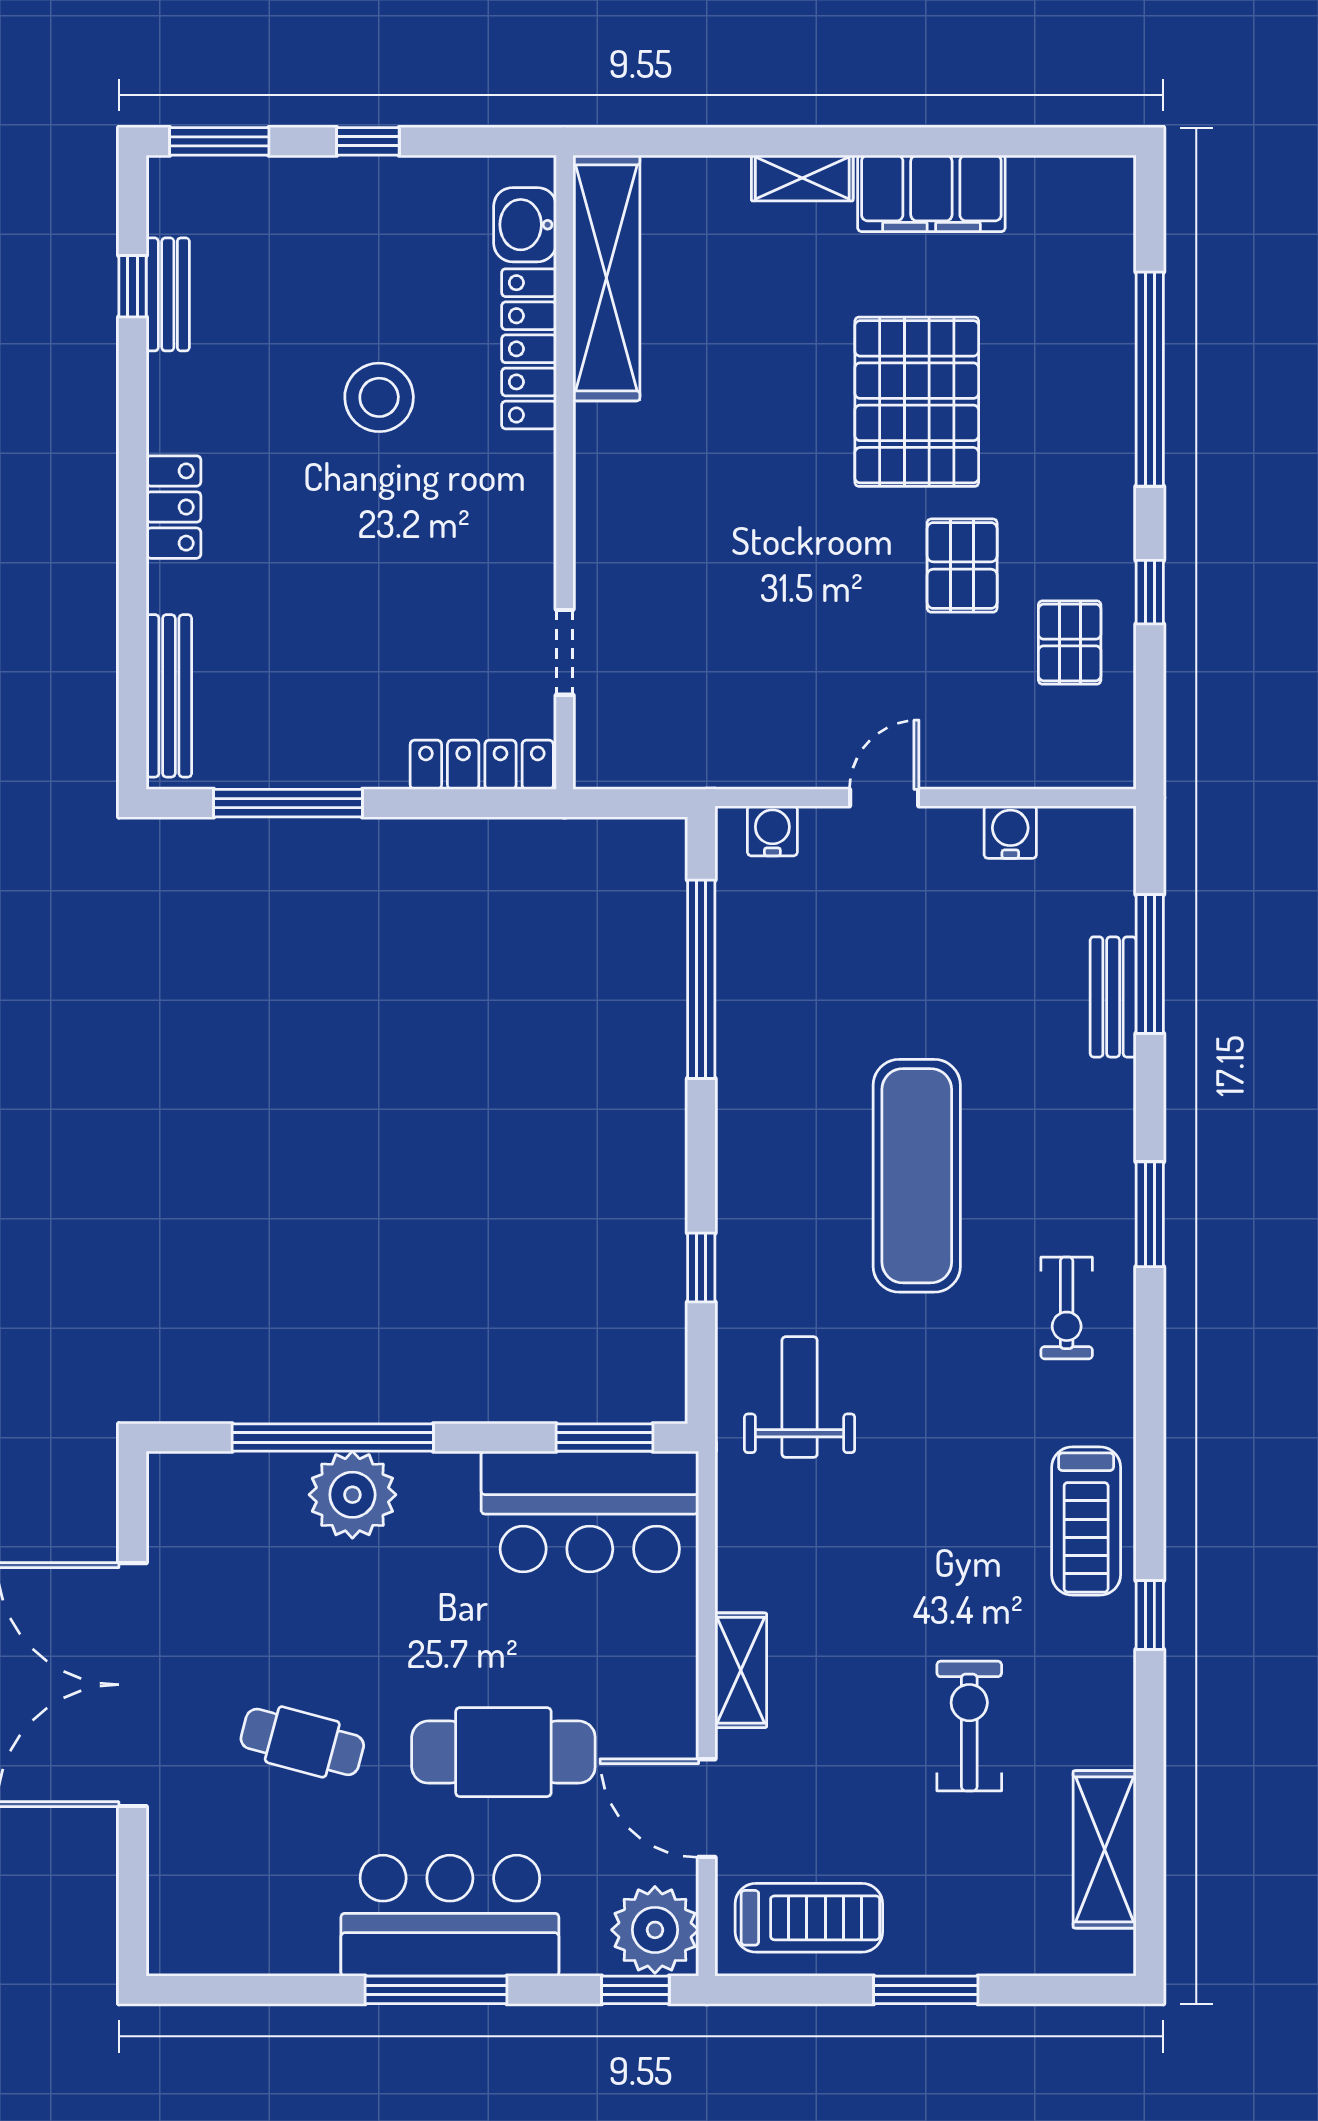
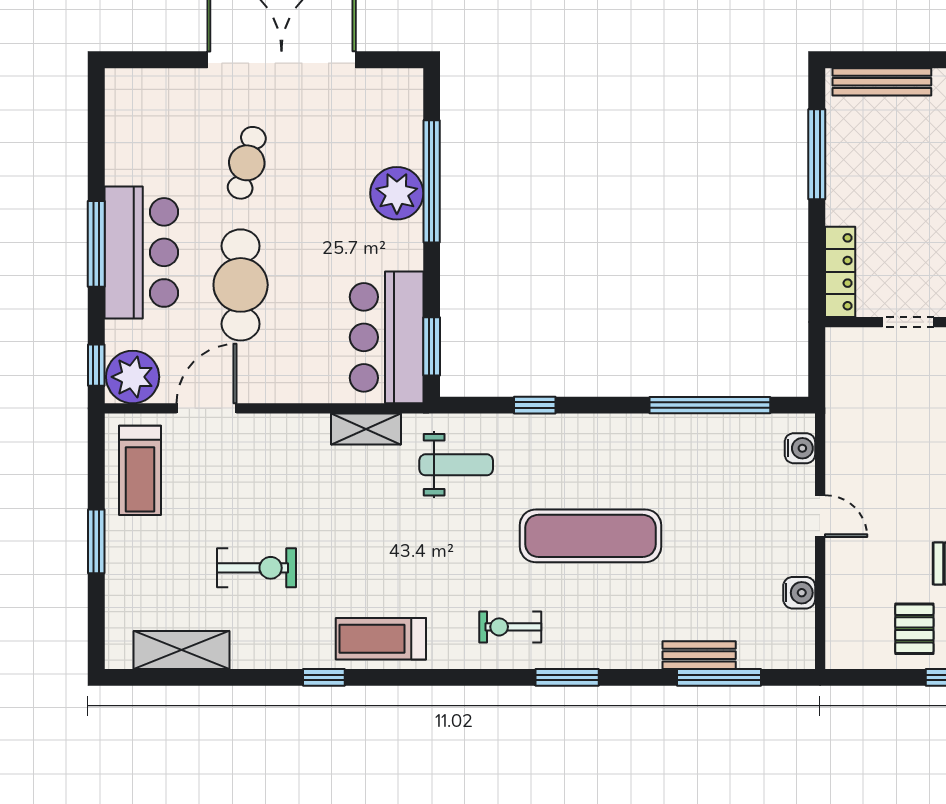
pallet: (1070, 642) -> (914, 629), turned 90
shelving: (741, 1670) -> (366, 429), moved

